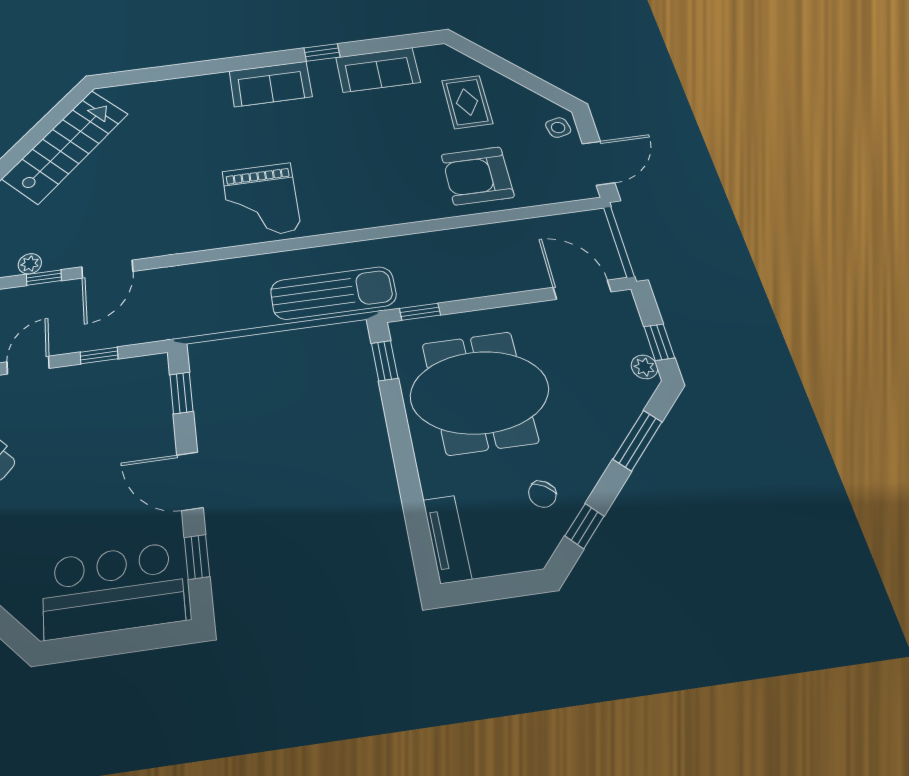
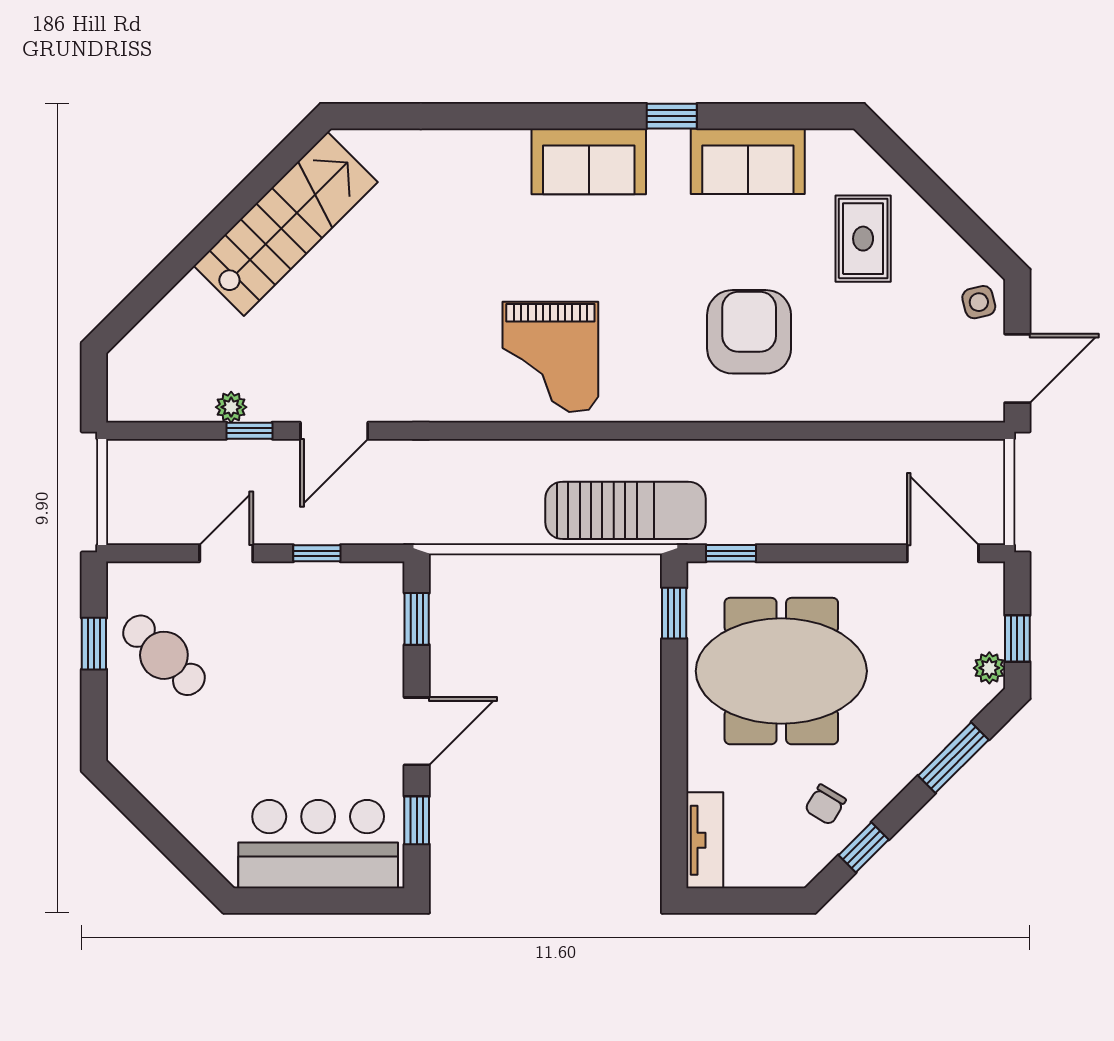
armchair: (477, 176) -> (749, 332), moved, turned 90
door: (190, 481) -> (417, 731), swing flipped

